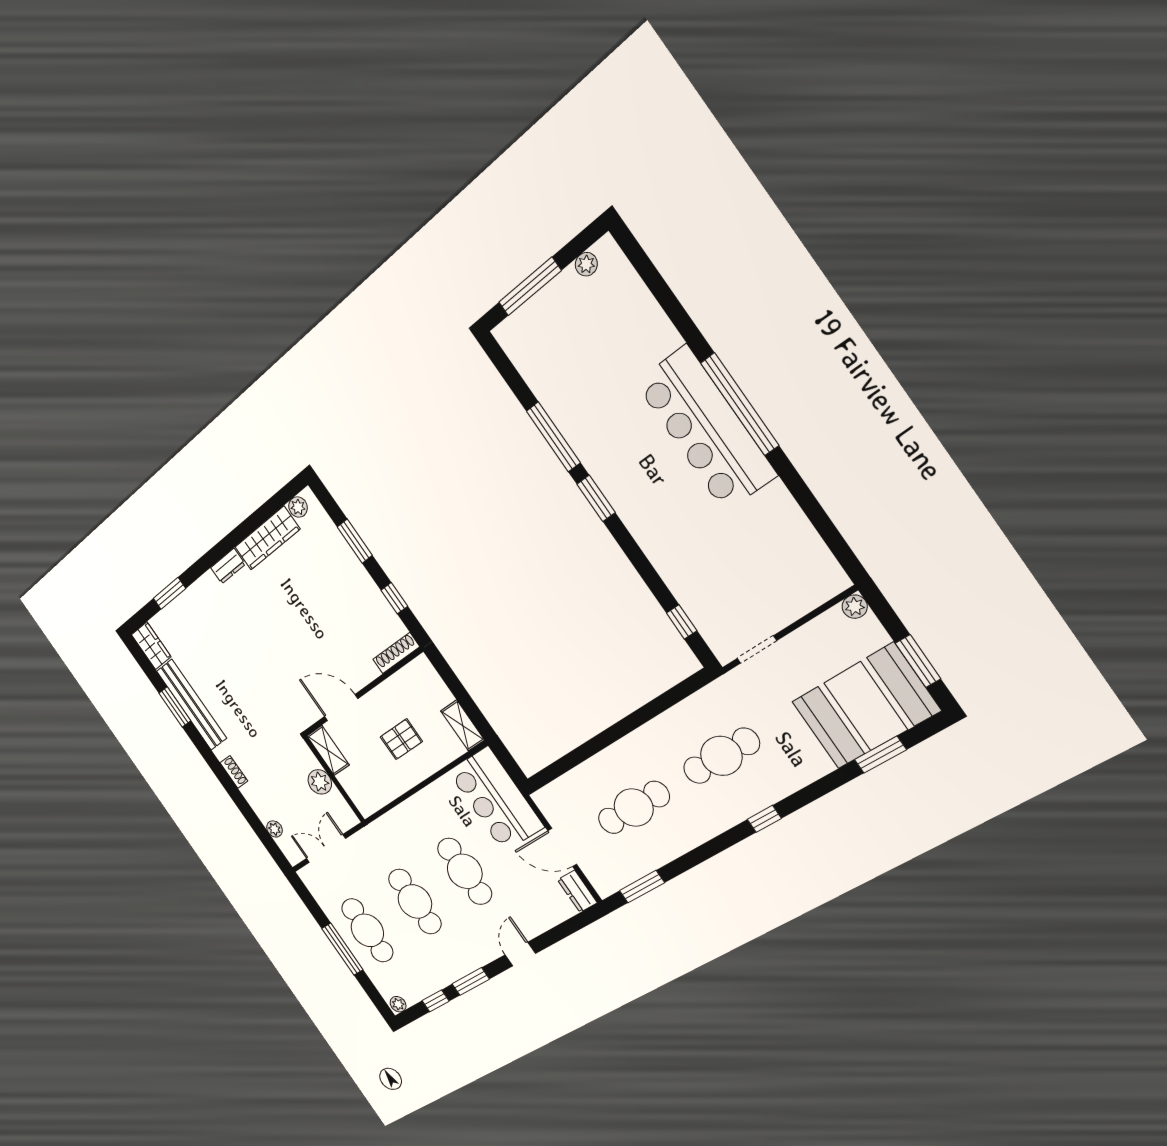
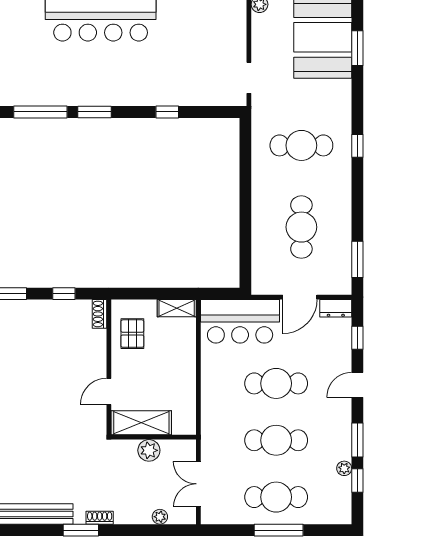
window: (682, 622) -> (167, 112), moved
shoe rack: (396, 653) -> (100, 314), width x0.70
window: (175, 707) -> (81, 530), moved
door: (341, 708) -> (109, 391), width x0.73
pallet: (401, 739) -> (132, 334), moved
shelving: (328, 750) -> (141, 423), width x1.50, depth x1.33
cafe table: (721, 756) -> (301, 145), turned 90
window: (564, 930) -> (357, 338), added
door: (520, 954) -> (357, 385), hinge flipped
plant: (398, 1004) -> (344, 468), moved

